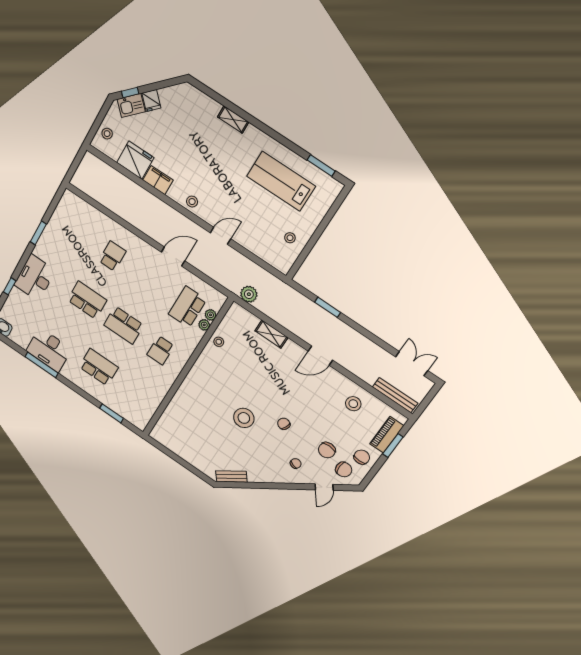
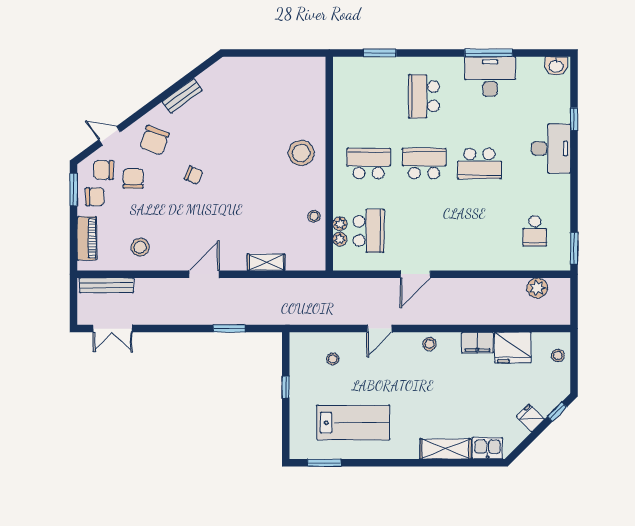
kitchen sink: (131, 106) -> (487, 448), moved, turned 45
shelving: (233, 120) -> (446, 449), width x1.50, depth x1.33
window: (38, 233) -> (574, 248), moved
stool: (290, 238) -> (333, 359), moved
window: (314, 239) -> (286, 387), added
school desk: (112, 256) -> (535, 231), moved
plant: (249, 294) -> (537, 288), moved
school desk: (161, 350) -> (369, 164), width x1.85
school desk: (99, 367) -> (424, 96), turned 90
stool: (244, 418) -> (301, 153), moved
window: (393, 446) -> (74, 189), moved
chair: (362, 457) -> (95, 197), turned -90
chair: (296, 463) -> (154, 140), width x1.87, depth x1.87
bench: (231, 477) -> (182, 96), moved
door: (324, 487) -> (110, 136), hinge flipped

